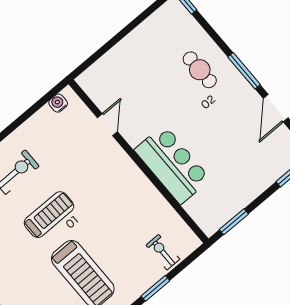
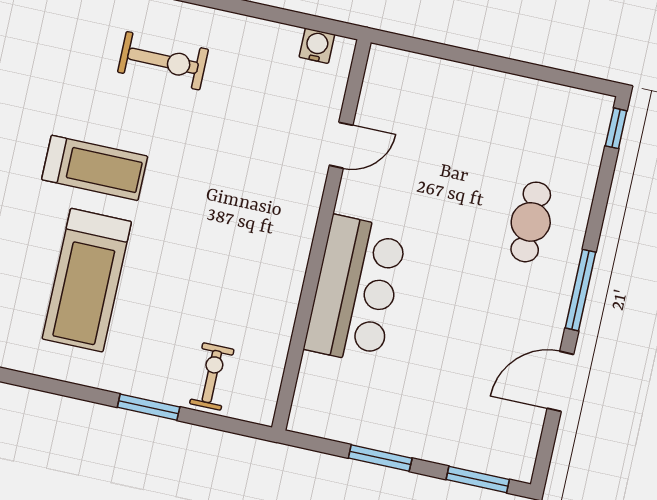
treadmill: (49, 215) -> (95, 168), moved
window: (234, 222) -> (380, 458), moved

